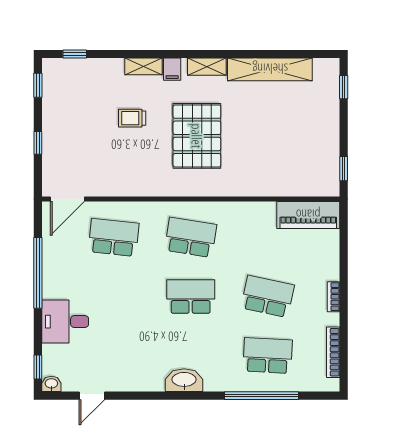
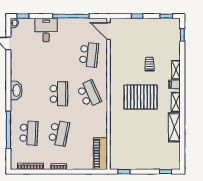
shelving: (270, 69) -> (174, 127), width x0.68
school desk: (191, 237) -> (89, 94), turned -33

